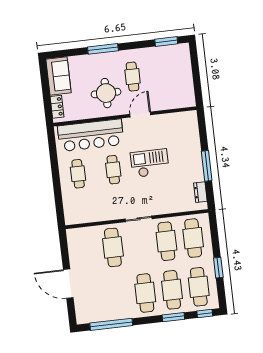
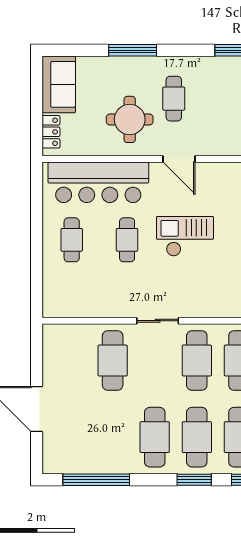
door: (140, 115) -> (179, 159), swing flipped

